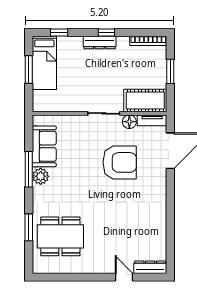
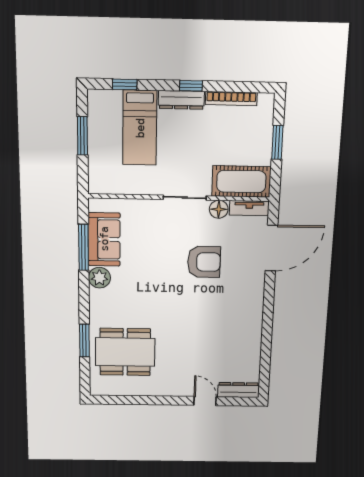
bookcase: (148, 41) -> (231, 99), moved
bed: (44, 63) -> (140, 128), moved
armchair: (120, 162) -> (204, 262), width x0.73, depth x0.73
window: (29, 169) -> (84, 247), moved

